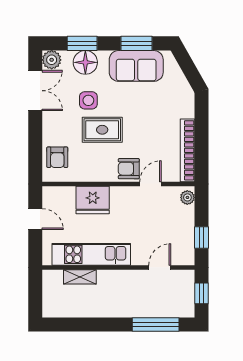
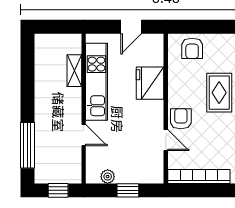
armchair: (57, 157) -> (192, 48), turned -90
plant: (187, 197) -> (108, 177), moved
window: (202, 238) -> (128, 190), moved
door: (160, 267) -> (84, 135), moved

